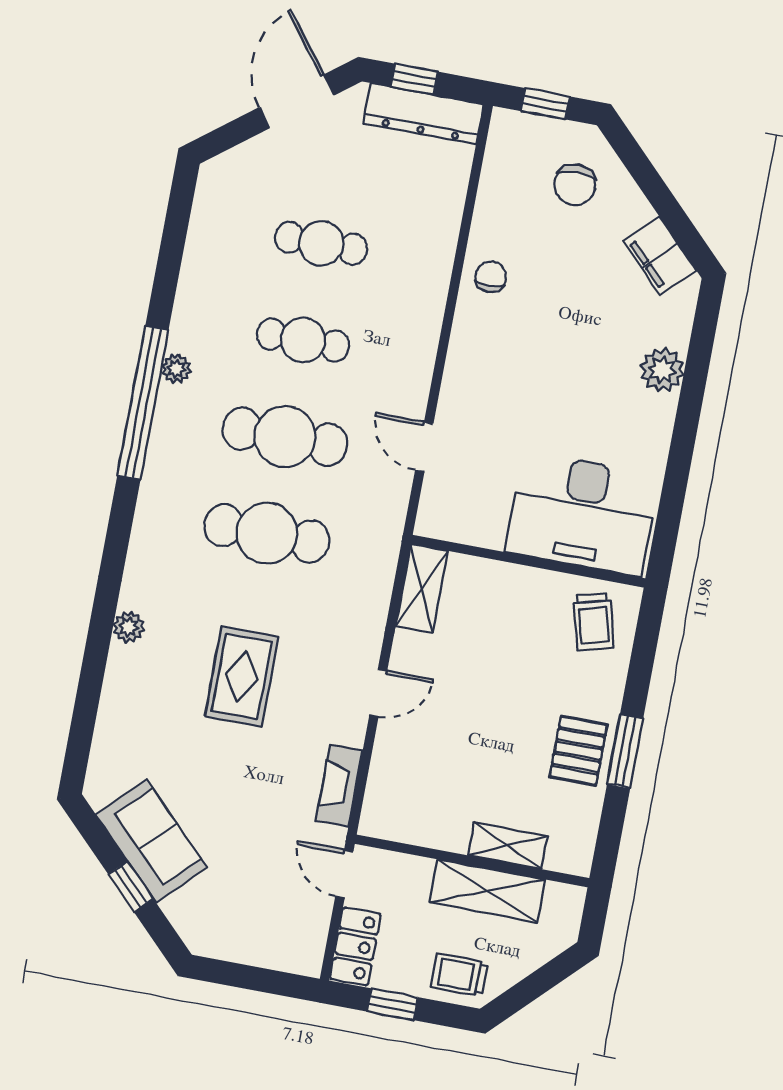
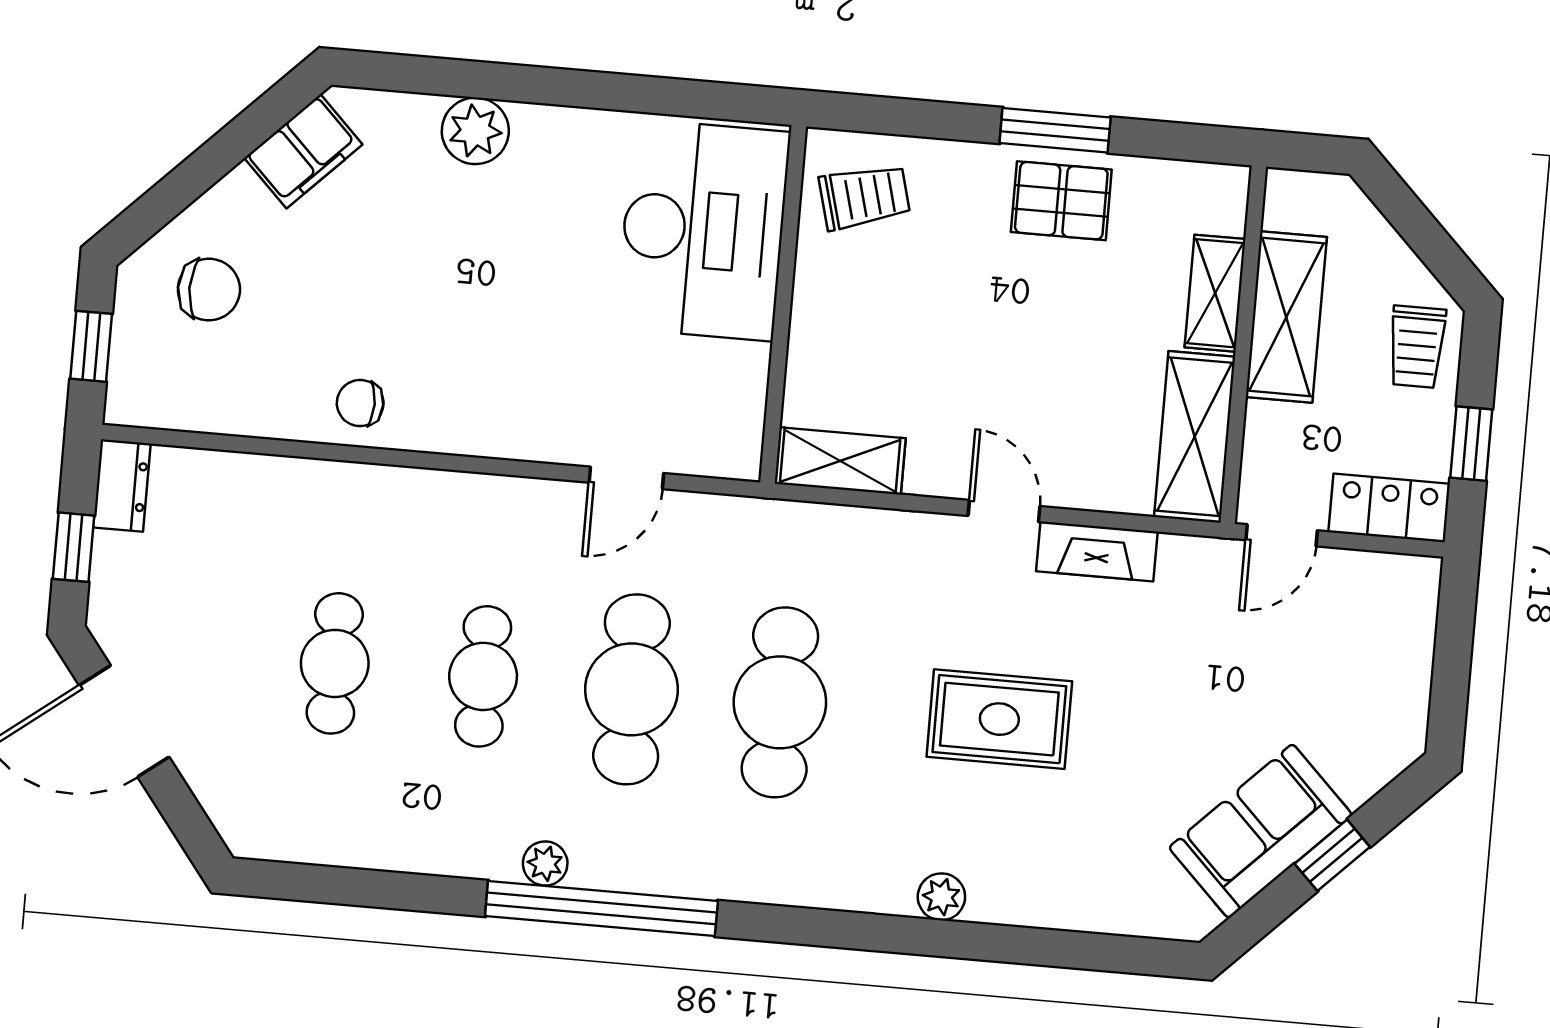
dresser: (423, 114) -> (122, 486), width x0.51, depth x0.80
fireplace: (339, 786) -> (1097, 551), moved
shelving: (415, 823) -> (1195, 437), added

